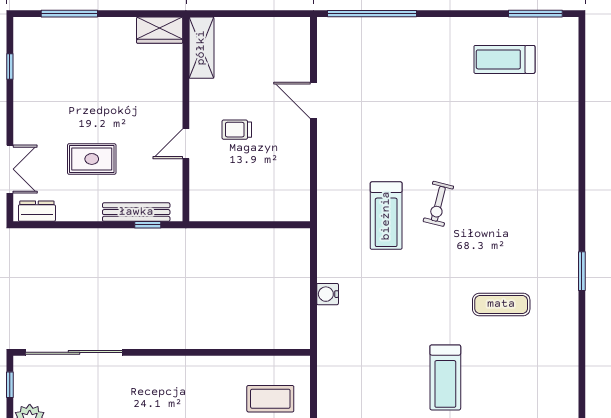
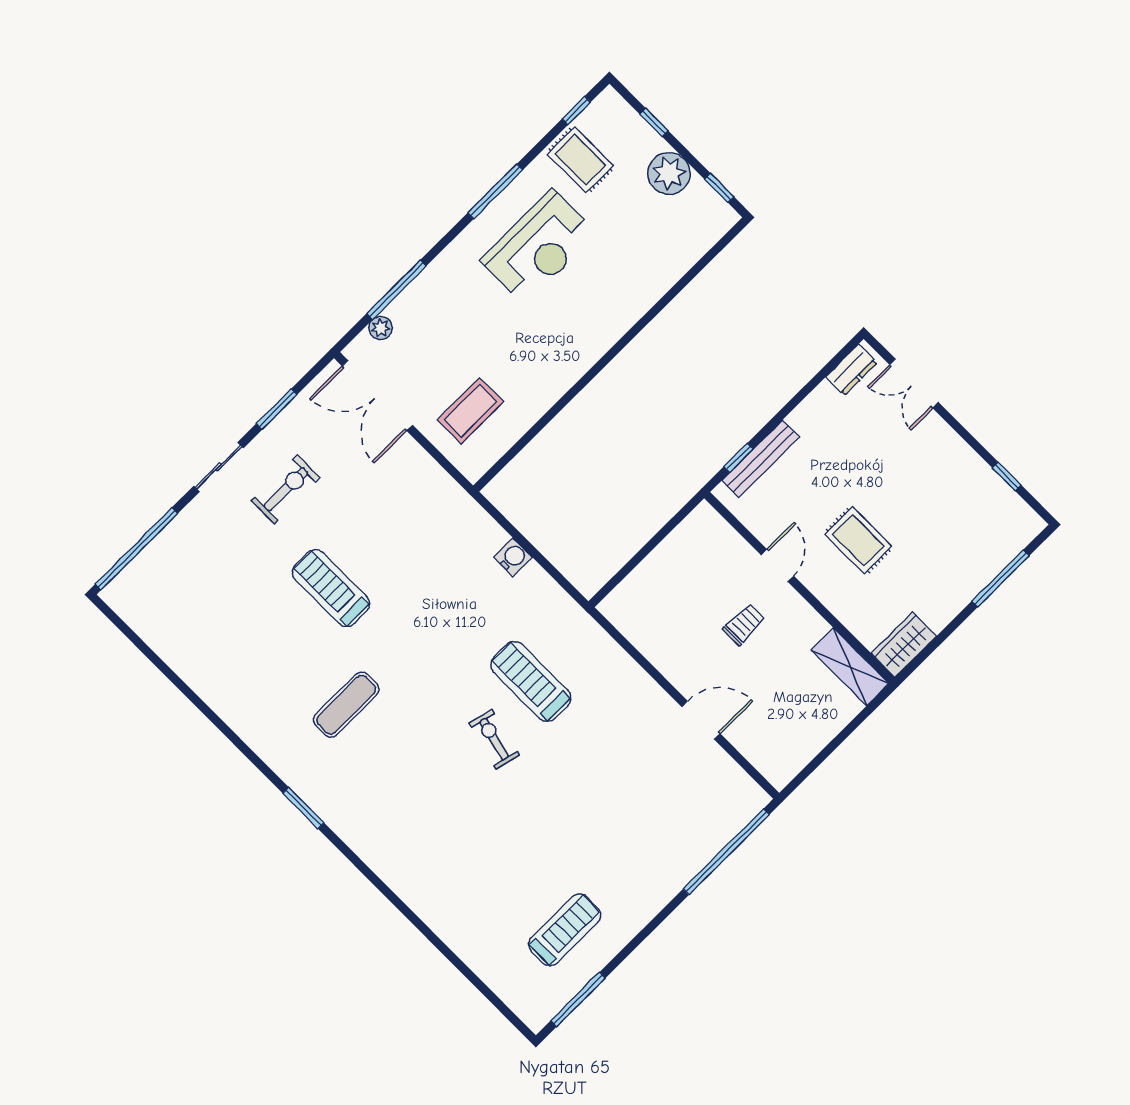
rug: (92, 159) -> (858, 540), moved, turned 90
sliding door: (74, 352) -> (690, 275), removed

